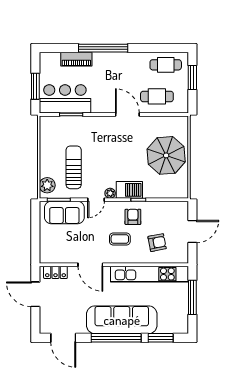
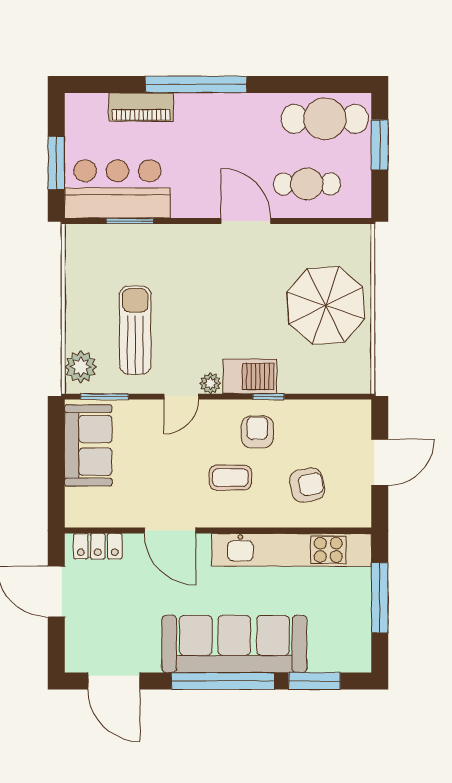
cafe table: (166, 65) -> (325, 119), width x1.37, depth x1.35
sofa: (64, 213) -> (88, 445), moved, turned -90

